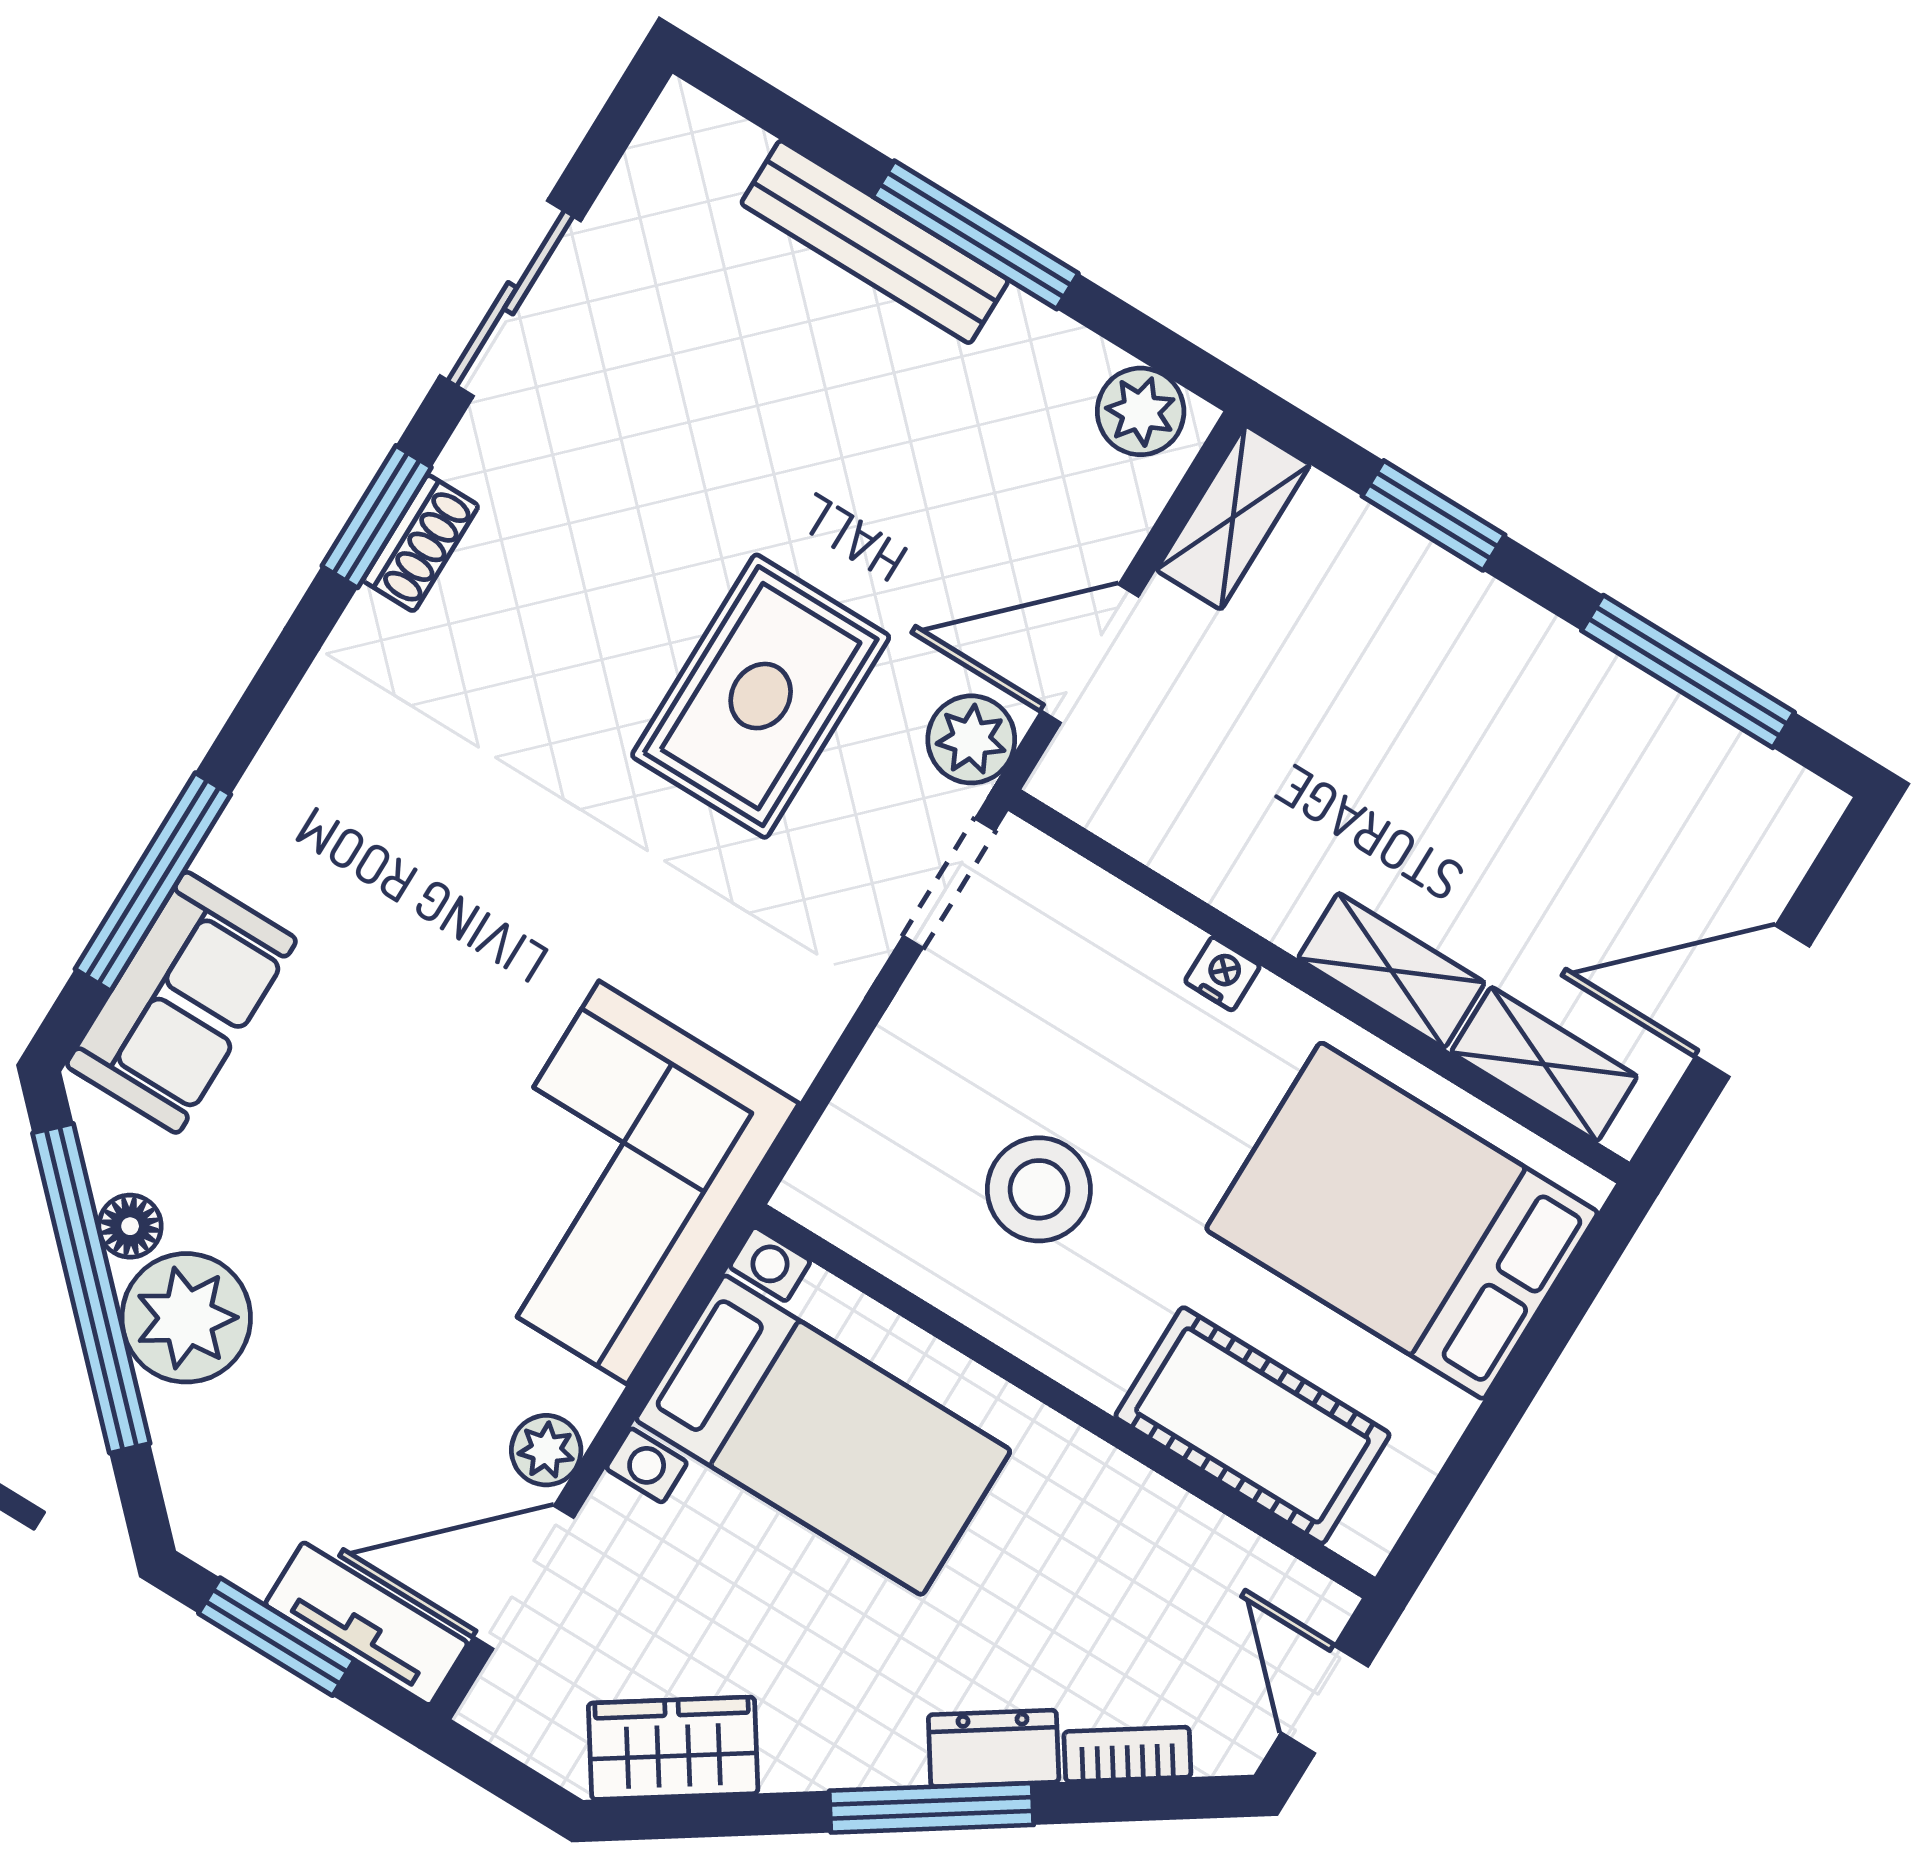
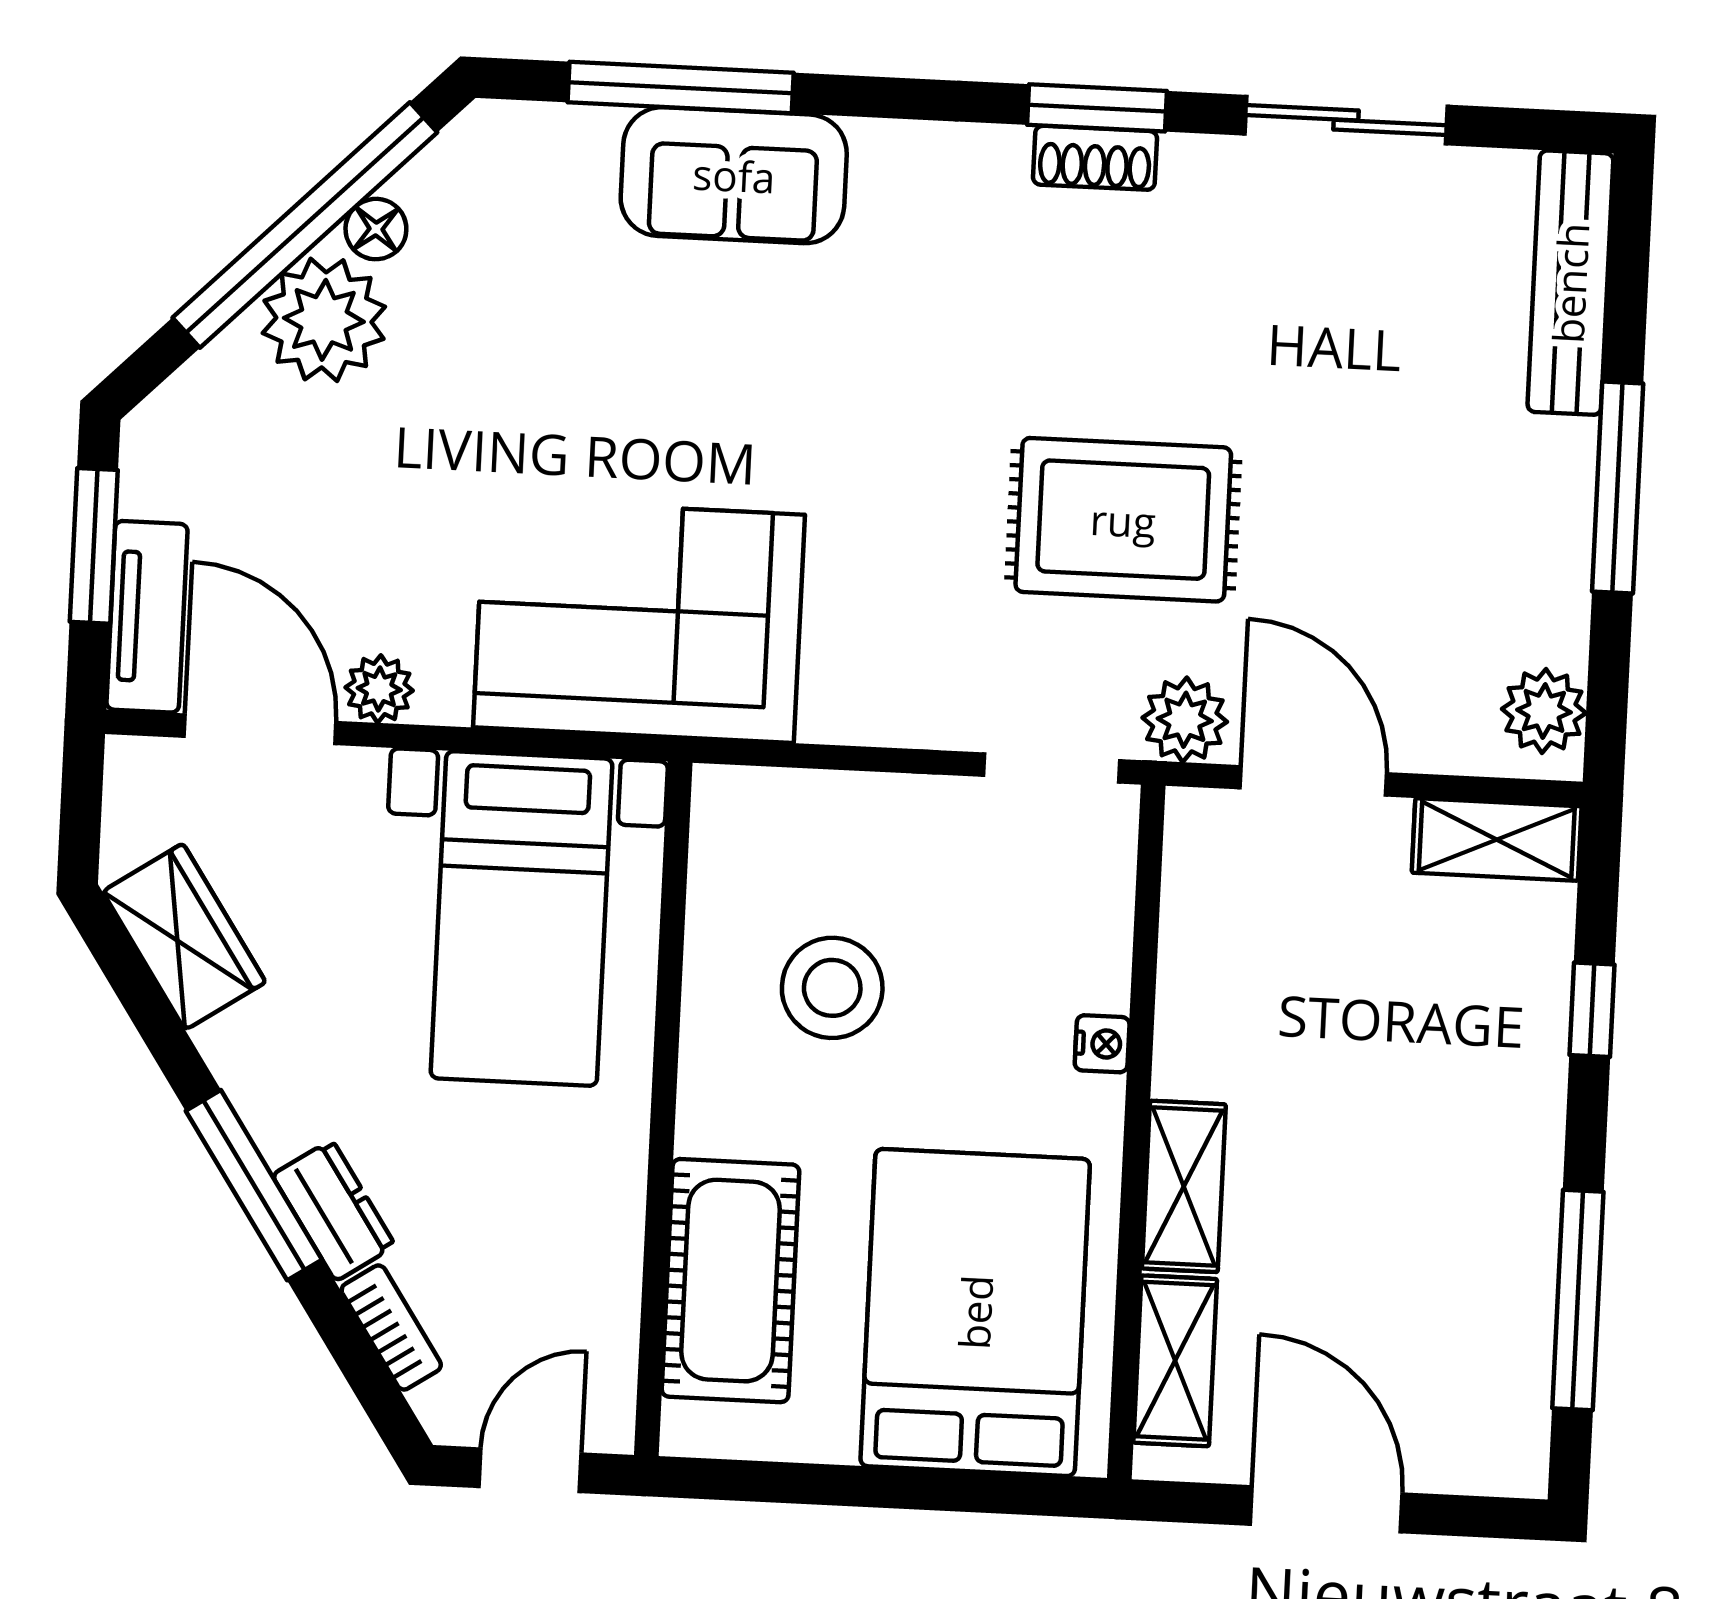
bench: (875, 242) -> (1570, 283), moved
window: (1433, 515) -> (1592, 1010), width x0.67
sofa: (181, 1002) -> (734, 175), moved

